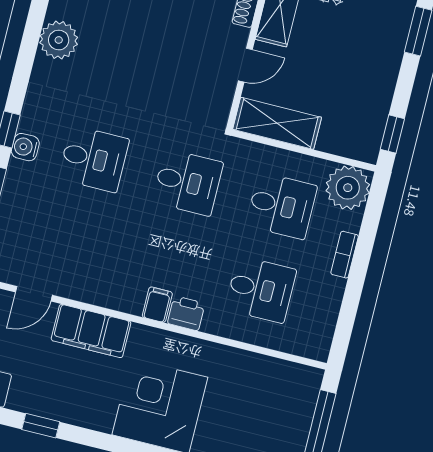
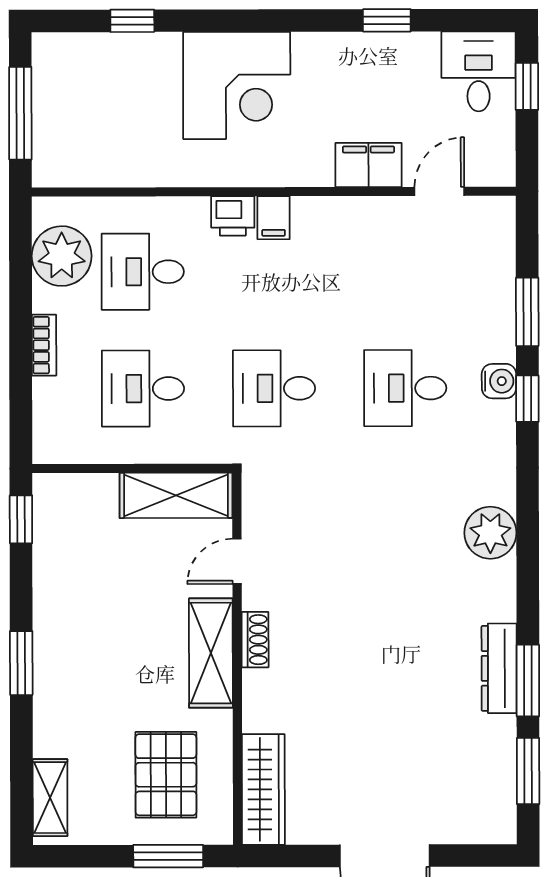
plant: (348, 188) -> (62, 256), moved
filing cabinet: (91, 331) -> (368, 165), width x0.67, depth x0.86

